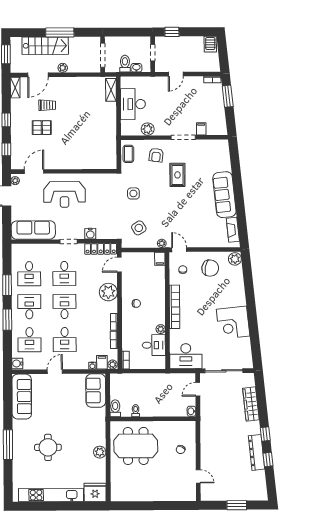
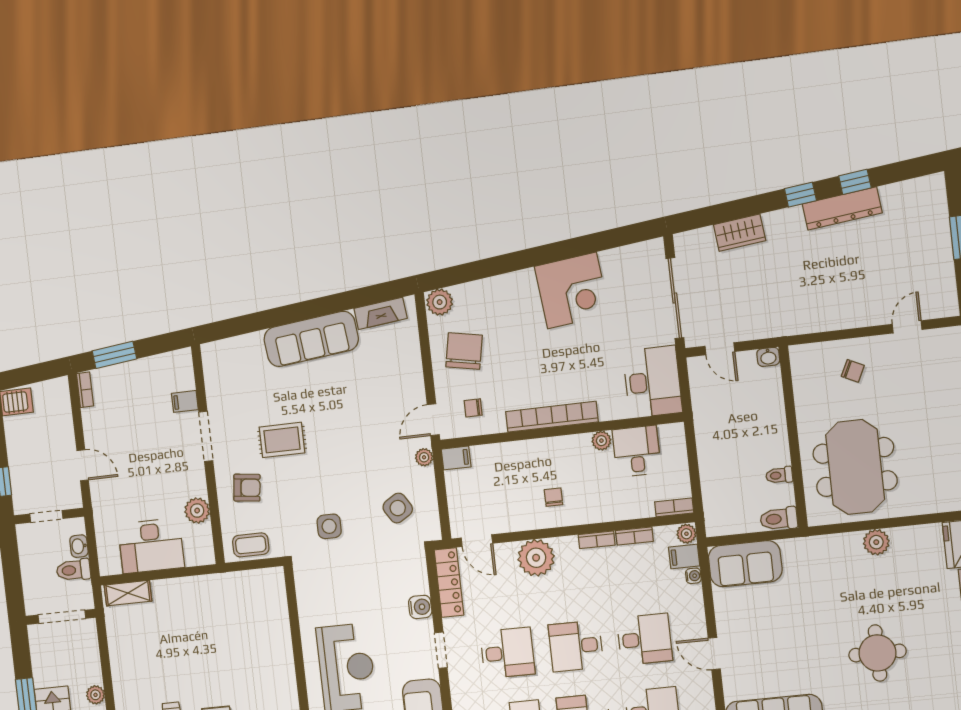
wardrobe: (251, 404) -> (740, 233), width x0.67

